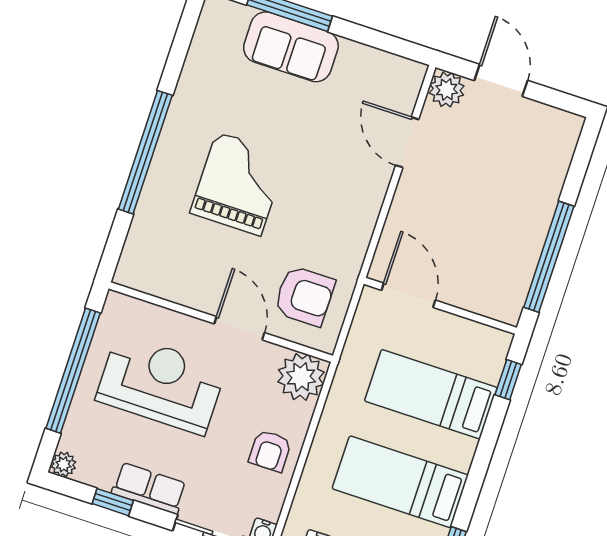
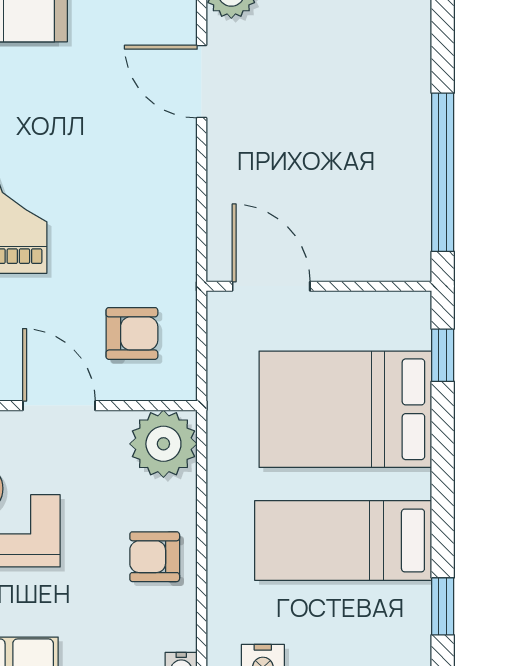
armchair: (304, 296) -> (132, 333), width x0.72, depth x0.72
bed: (431, 394) -> (345, 409), width x1.50
armchair: (270, 451) -> (155, 557), turned 90

